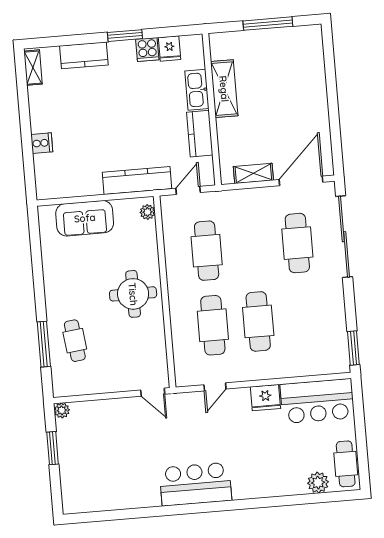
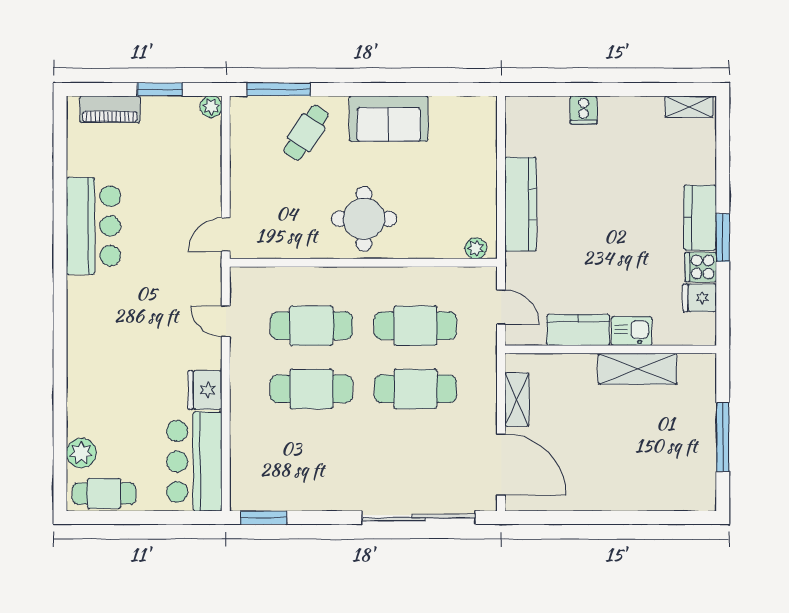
kitchen counter: (84, 55) -> (700, 218), moved
kitchen sink: (197, 90) -> (632, 331), width x0.73
kitchen counter: (137, 181) -> (521, 204), moved
sofa: (85, 218) -> (389, 119), moved, turned -90
cafe table: (297, 243) -> (415, 389), moved
cafe table: (75, 341) -> (306, 133), turned -50
window: (44, 344) -> (279, 89), moved
piano: (70, 483) -> (110, 109), added
bar counter: (195, 484) -> (93, 226), moved

